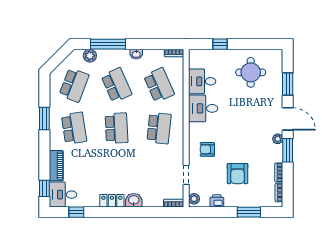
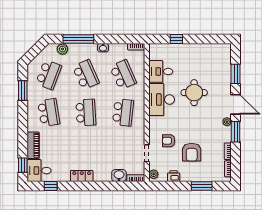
round table: (251, 72) -> (194, 93), moved
desk: (203, 108) -> (162, 100), width x1.37
window: (44, 118) -> (23, 91), moved
armchair: (207, 149) -> (169, 141), moved
washbasin: (134, 200) -> (119, 175), moved

